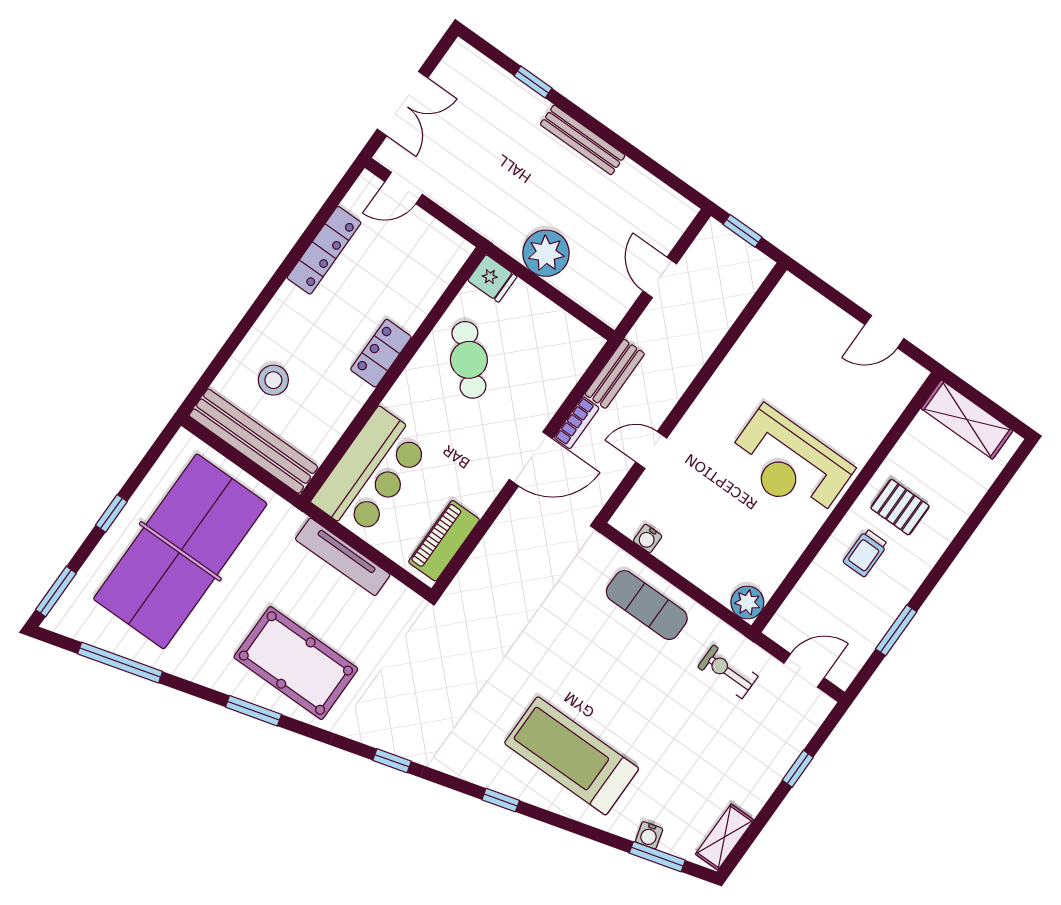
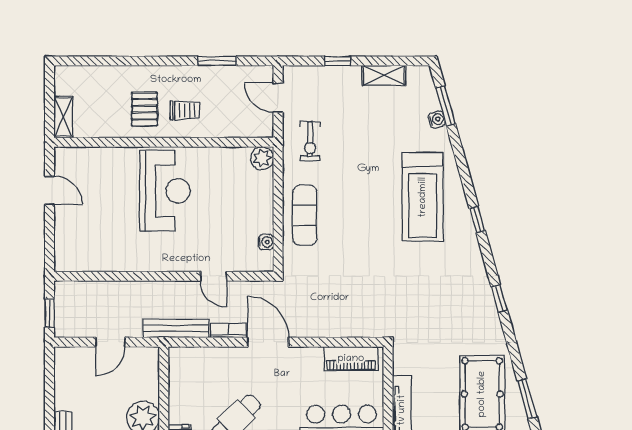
bench: (615, 374) -> (176, 329), width x1.36
shelving: (967, 420) -> (63, 117), width x0.67, depth x0.75
shelving: (725, 837) -> (384, 75), moved

